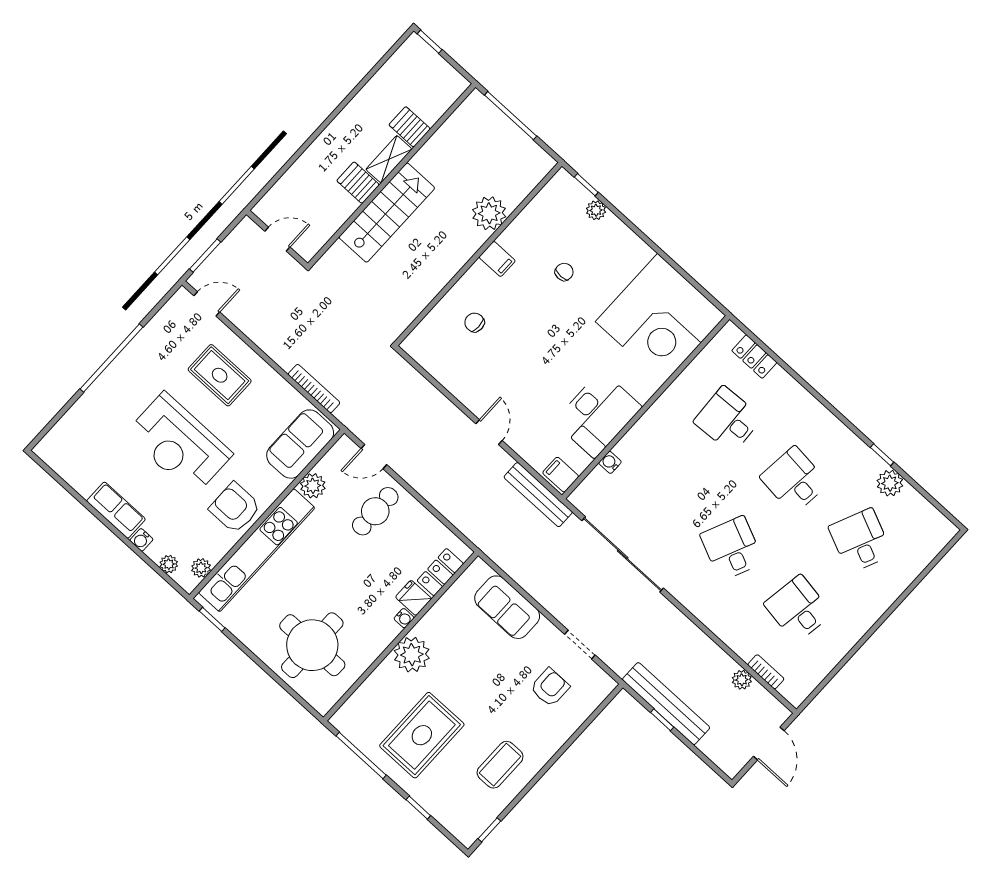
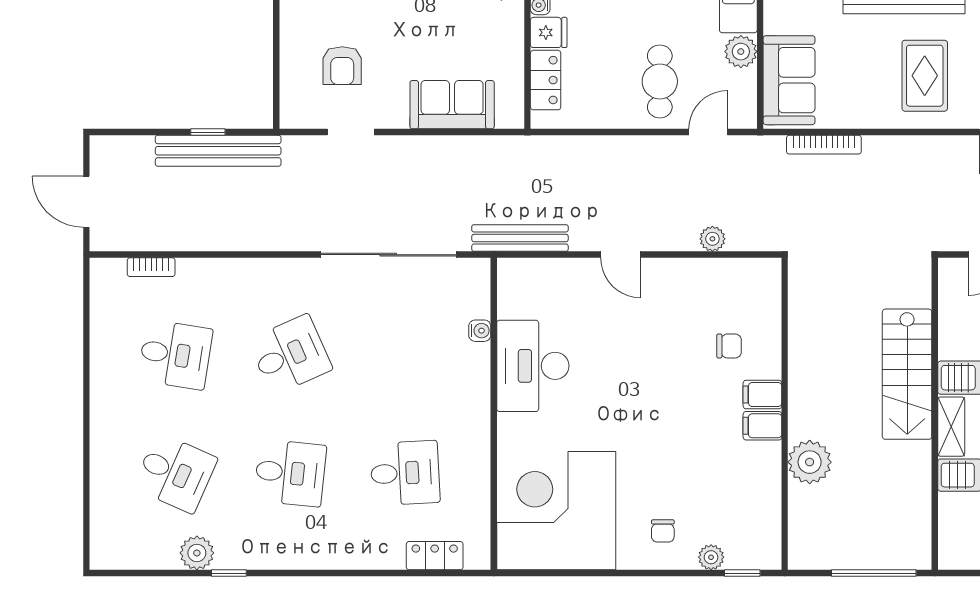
chair: (564, 272) -> (663, 531), moved
rug: (220, 375) -> (925, 76), turned 90
filing cabinet: (561, 475) -> (762, 395), moved, turned 180
desk: (732, 548) -> (290, 355), turned -48
plant: (742, 680) -> (712, 239), moved

